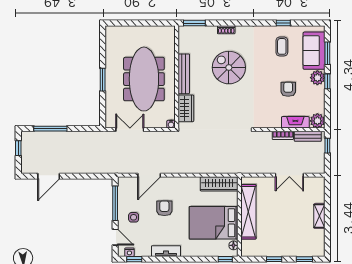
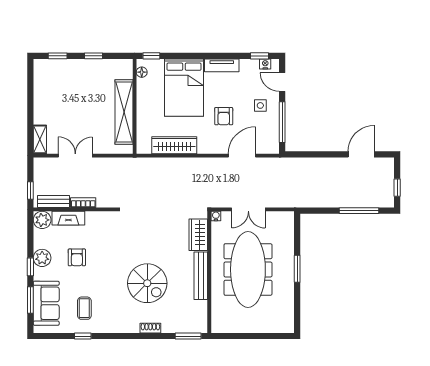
plant: (317, 78) -> (42, 258), moved
double door: (130, 130) -> (248, 209), moved
wardrobe: (219, 184) -> (174, 145), moved
shelving: (319, 216) -> (40, 139), moved
bed: (214, 223) -> (184, 88), moved, turned 90

